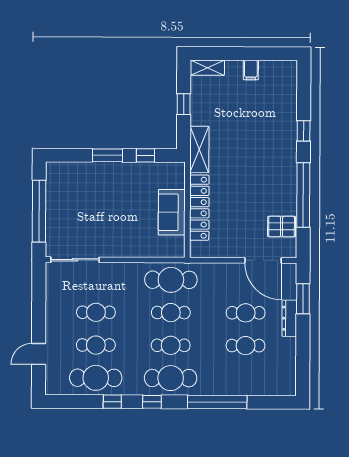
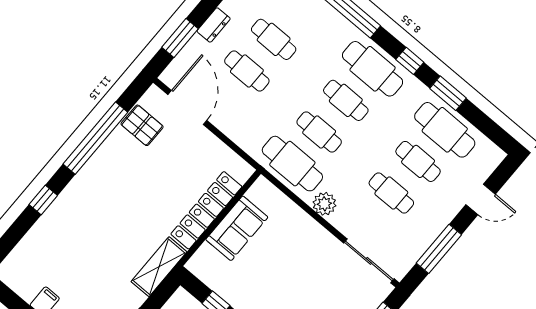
plant: (131, 272) -> (324, 204), added
window: (39, 303) -> (439, 249), added
dresser: (289, 318) -> (214, 25), width x0.70
window: (112, 402) -> (448, 93), width x1.50

